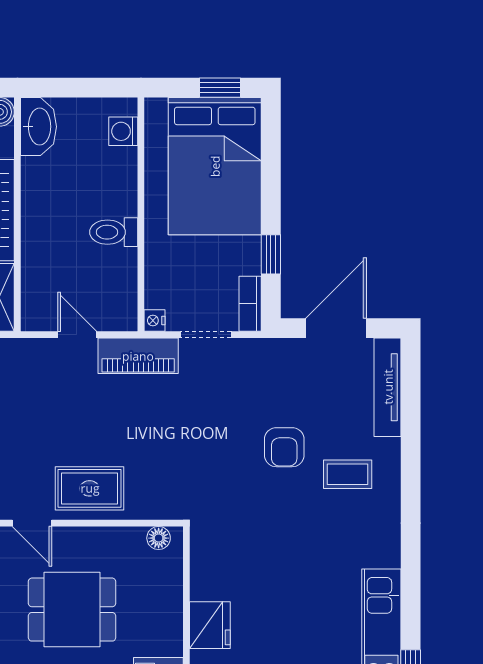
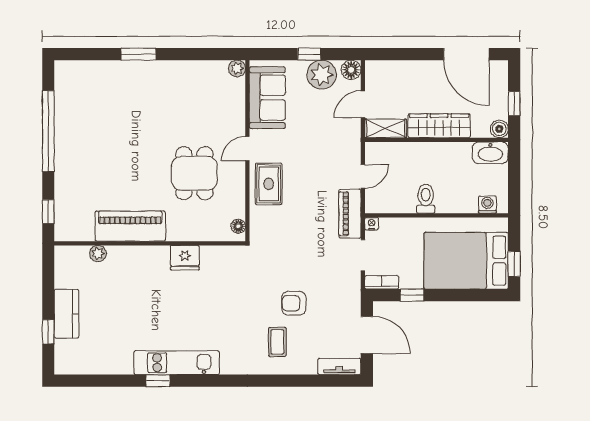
tv unit: (388, 387) -> (339, 367), width x0.71

